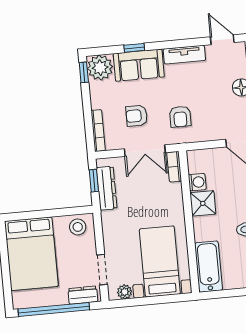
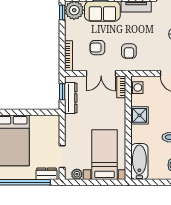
washing machine: (197, 182) -> (137, 88), moved
stool: (78, 227) -> (47, 124), removed

